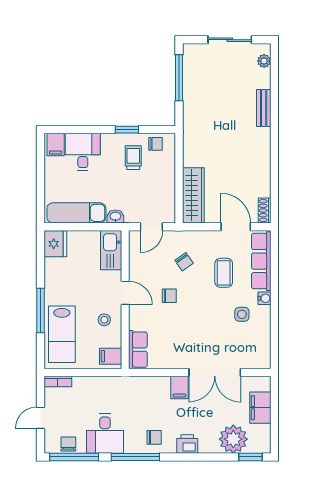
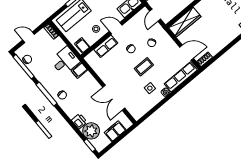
door: (151, 227) -> (155, 15), hinge flipped
door: (236, 227) -> (187, 53), hinge flipped
coffee table: (224, 273) -> (144, 67), moved
door: (125, 293) -> (116, 28), swing flipped
row of seats: (138, 350) -> (106, 46), moved
filing cabinet: (179, 387) -> (79, 70), moved
desk: (105, 434) -> (65, 61), moved, turned 180
printer: (187, 444) -> (79, 121), moved

